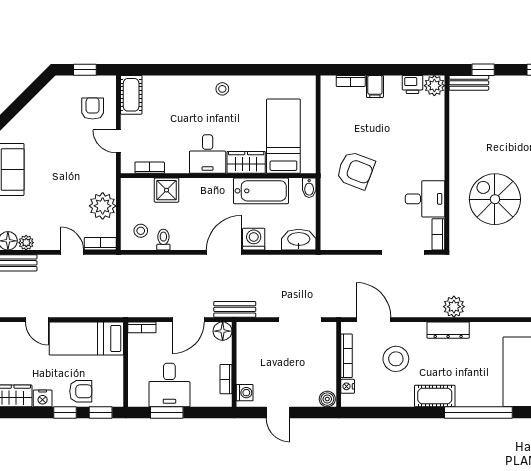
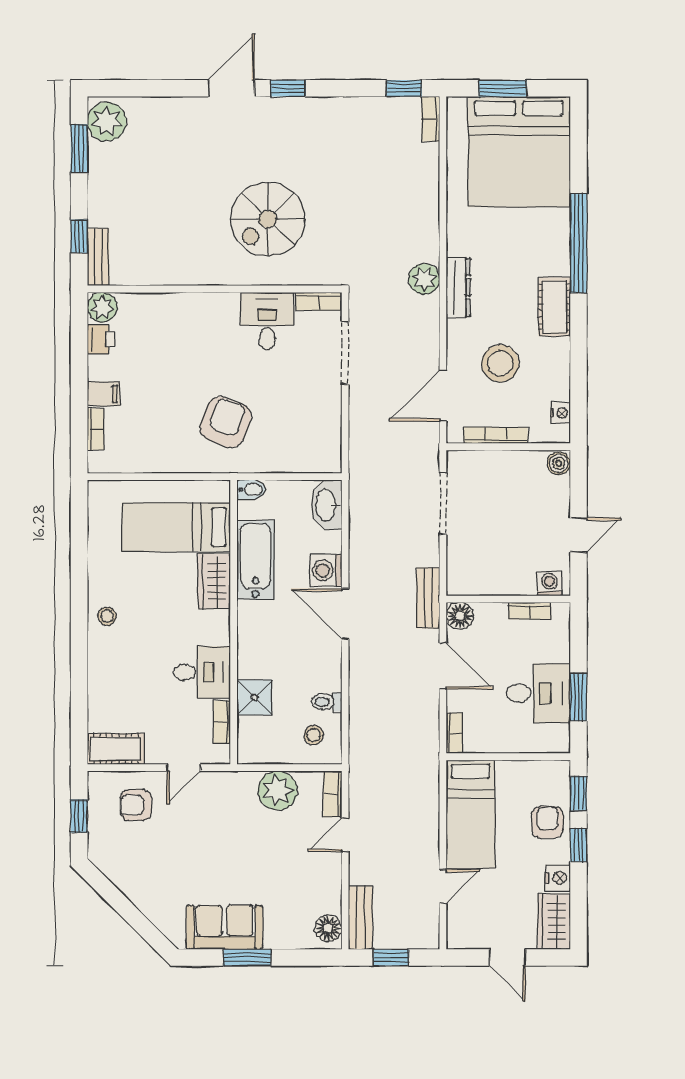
desk: (208, 154) -> (202, 672), moved
plant: (26, 243) -> (331, 902), removed
nightstand: (348, 386) -> (560, 413), moved, turned -90

